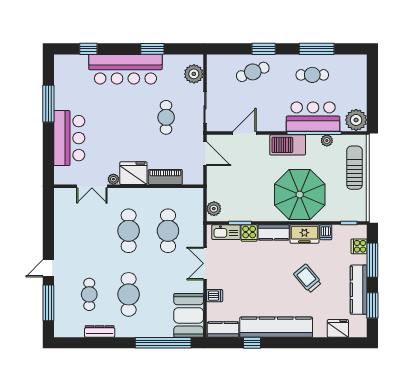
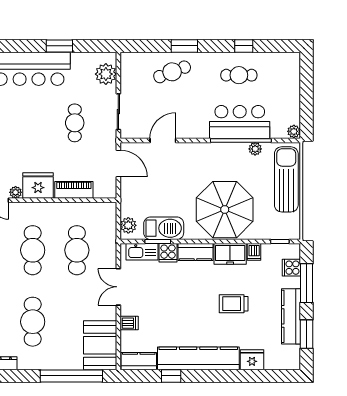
window: (317, 49) -> (244, 46), width x0.46
plant: (356, 120) -> (294, 131), width x0.53, depth x0.53
barbecue: (288, 145) -> (164, 228), moved, turned 180
sun lounger: (354, 168) -> (286, 179), width x1.36, depth x1.34
trolley: (308, 278) -> (234, 304), turned -50
fridge: (338, 328) -> (252, 360), moved

